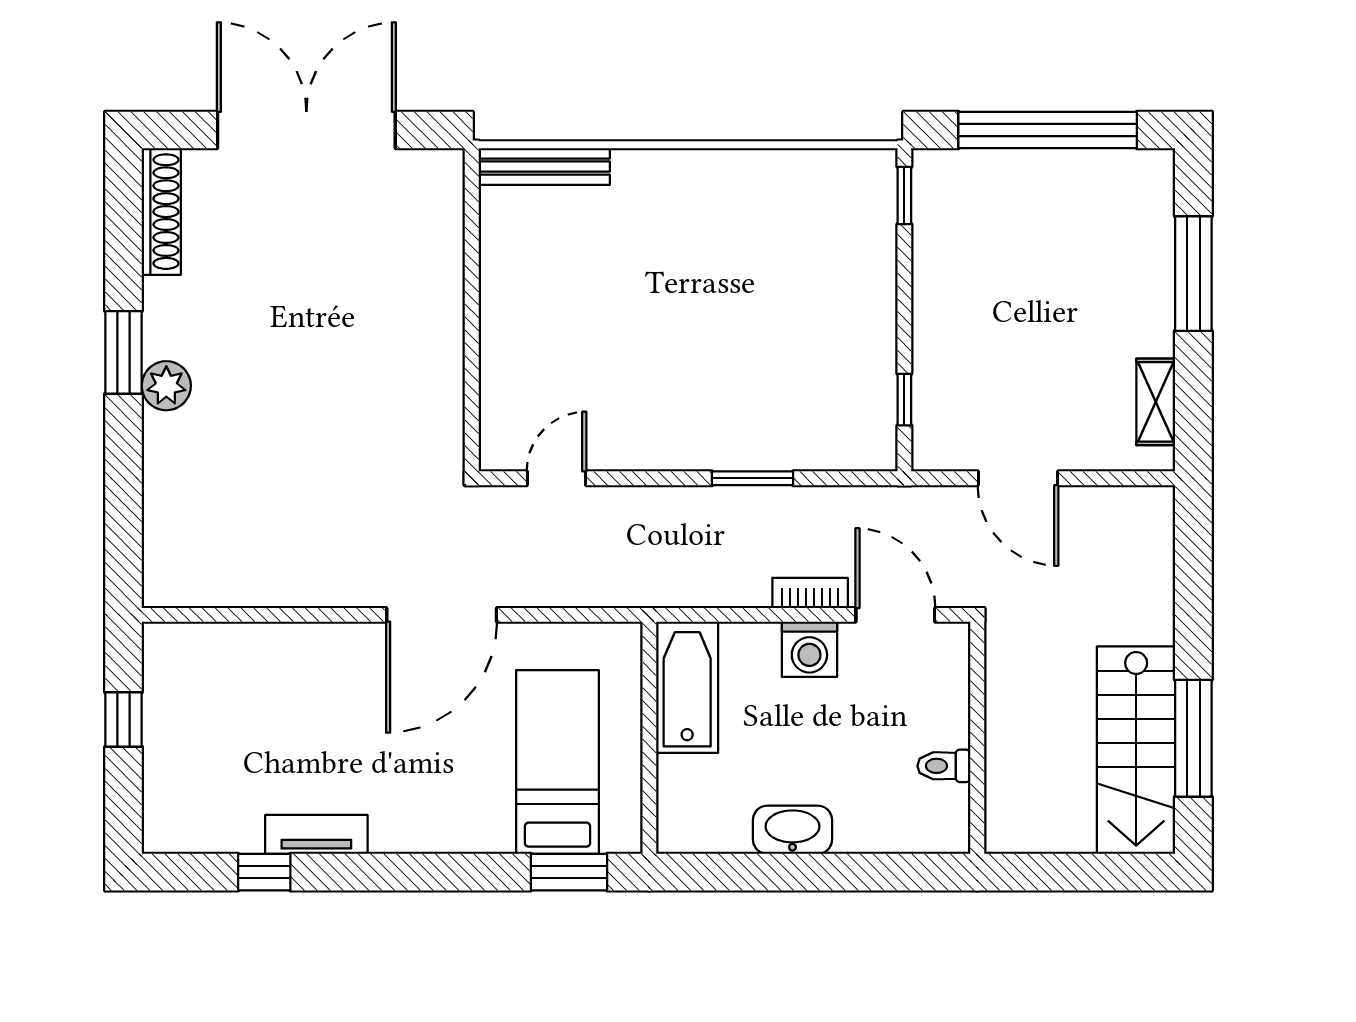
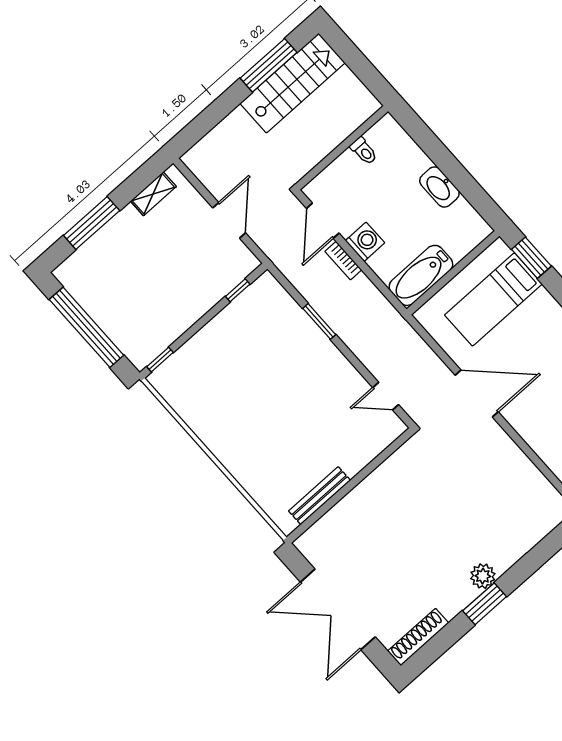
bench: (544, 167) -> (320, 496), moved, turned 90

